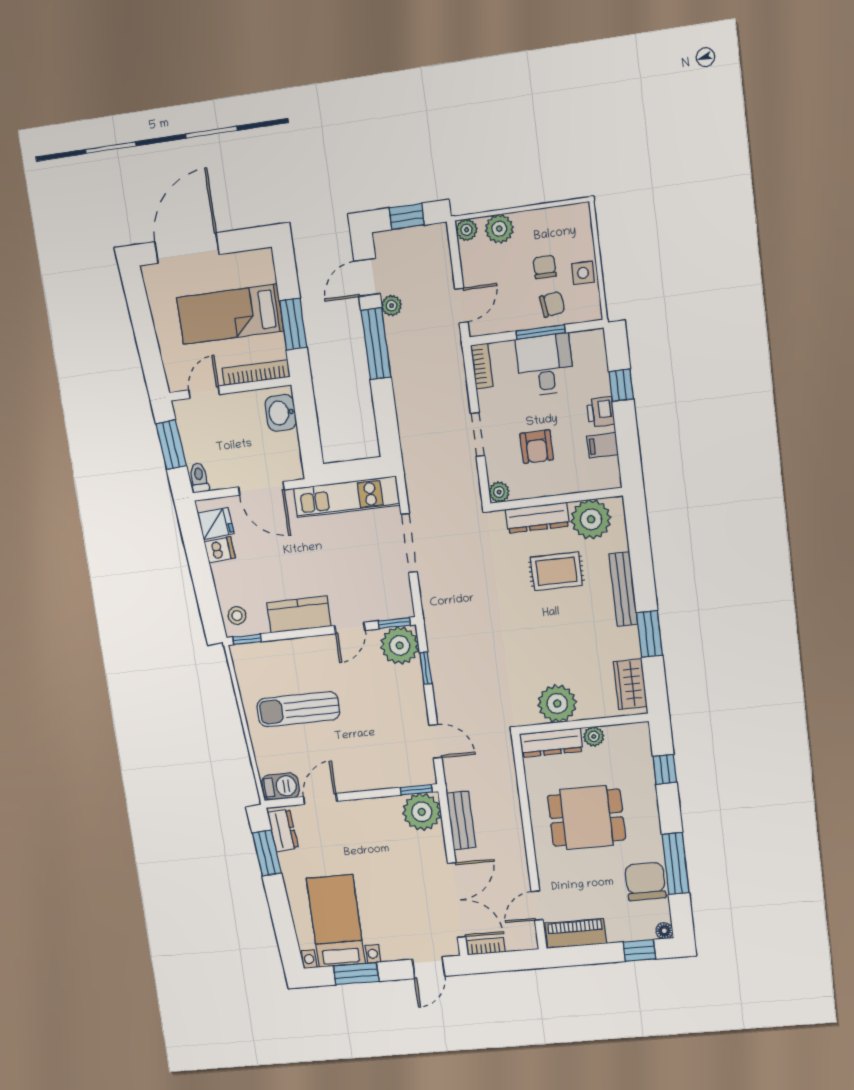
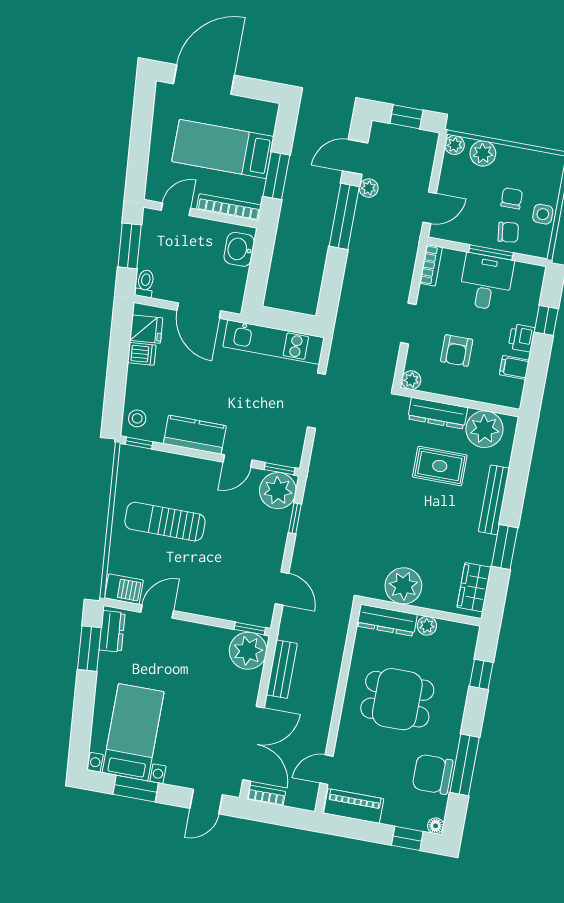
chair: (645, 881) -> (432, 774), turned -90

